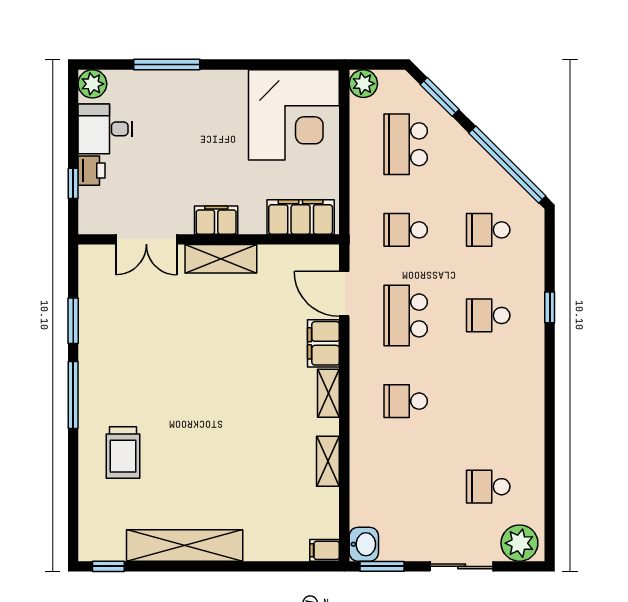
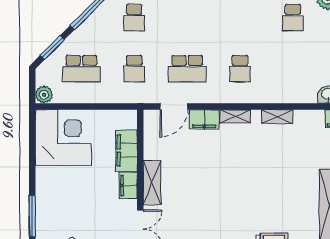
filing cabinet: (301, 217) -> (126, 150), moved
school desk: (488, 315) -> (187, 18), removed

